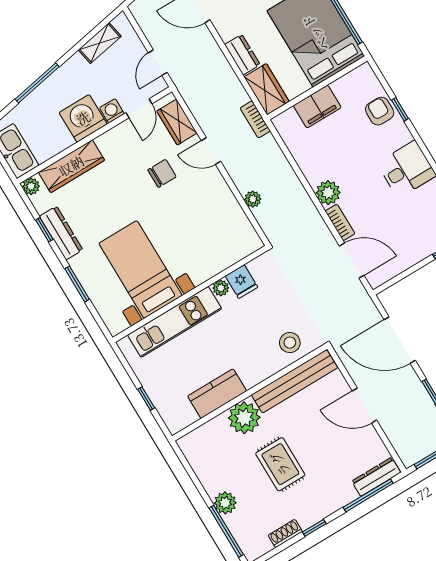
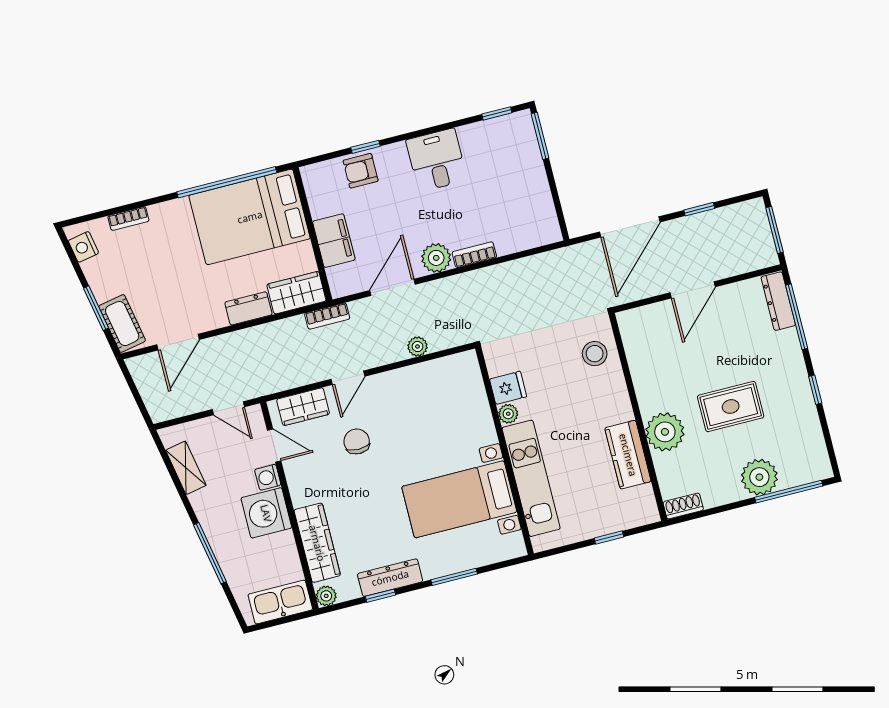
door: (352, 261) -> (392, 287), moved
bench: (294, 381) -> (641, 362), removed
plant: (225, 503) -> (759, 477), width x1.36, depth x1.36
shoe rack: (285, 533) -> (683, 506), moved, turned 90

